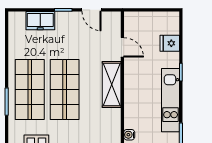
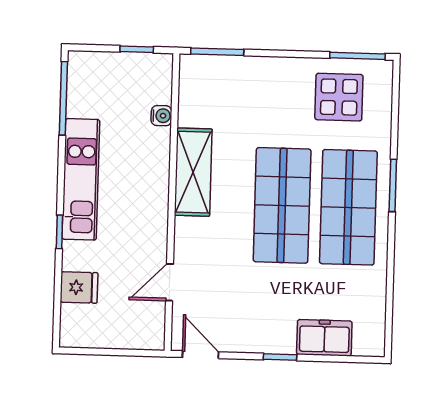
door: (92, 10) -> (200, 355), moved
door: (122, 47) -> (170, 282), hinge flipped
shelving: (112, 85) -> (193, 172), moved

